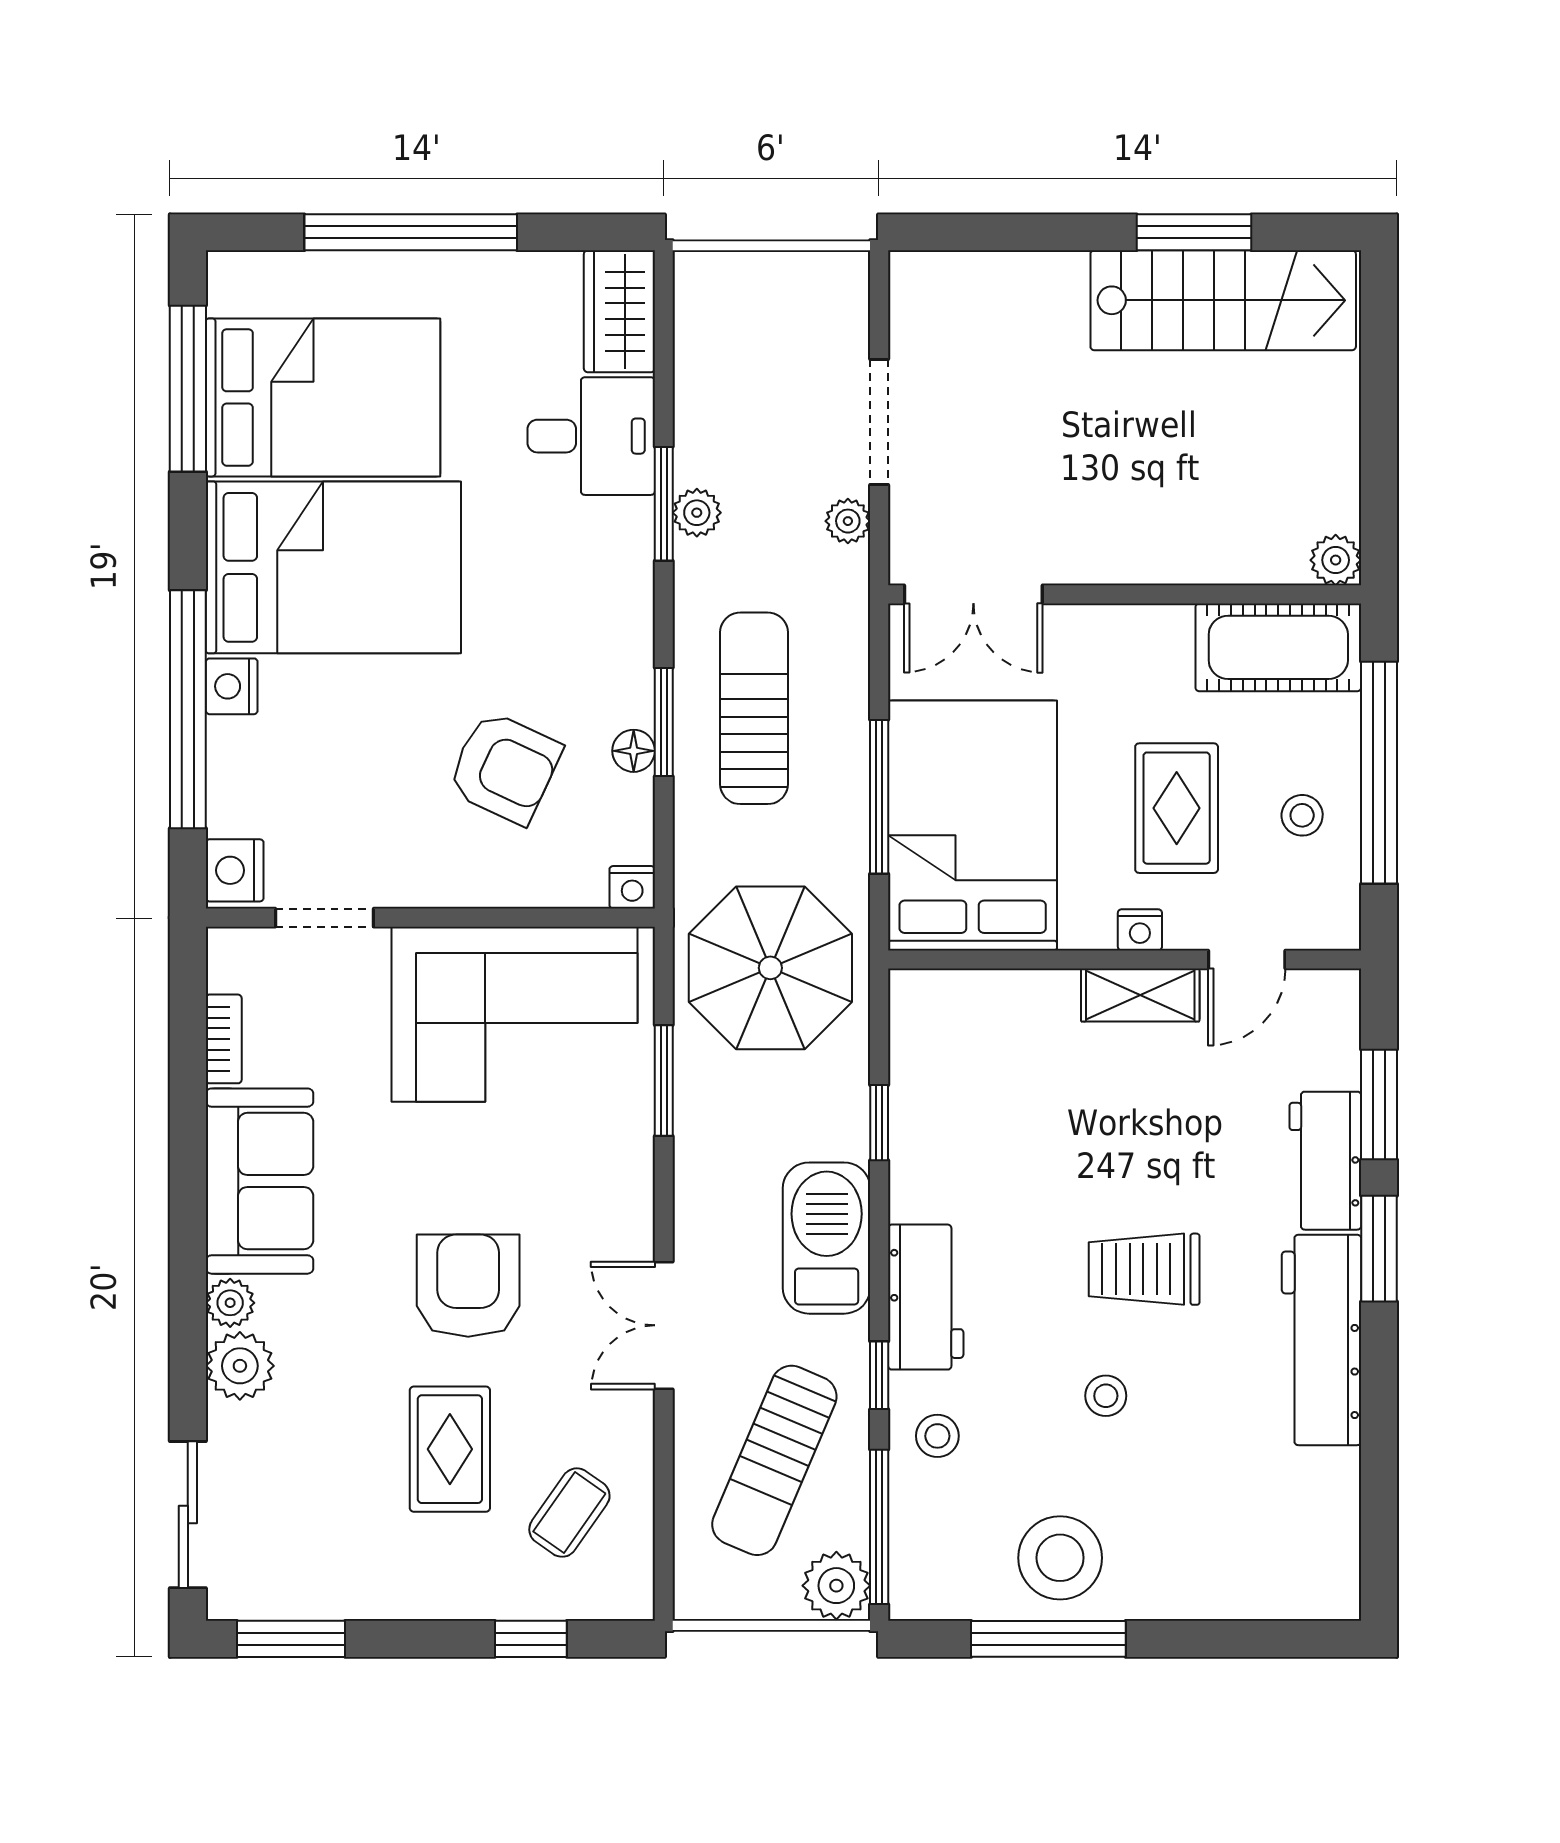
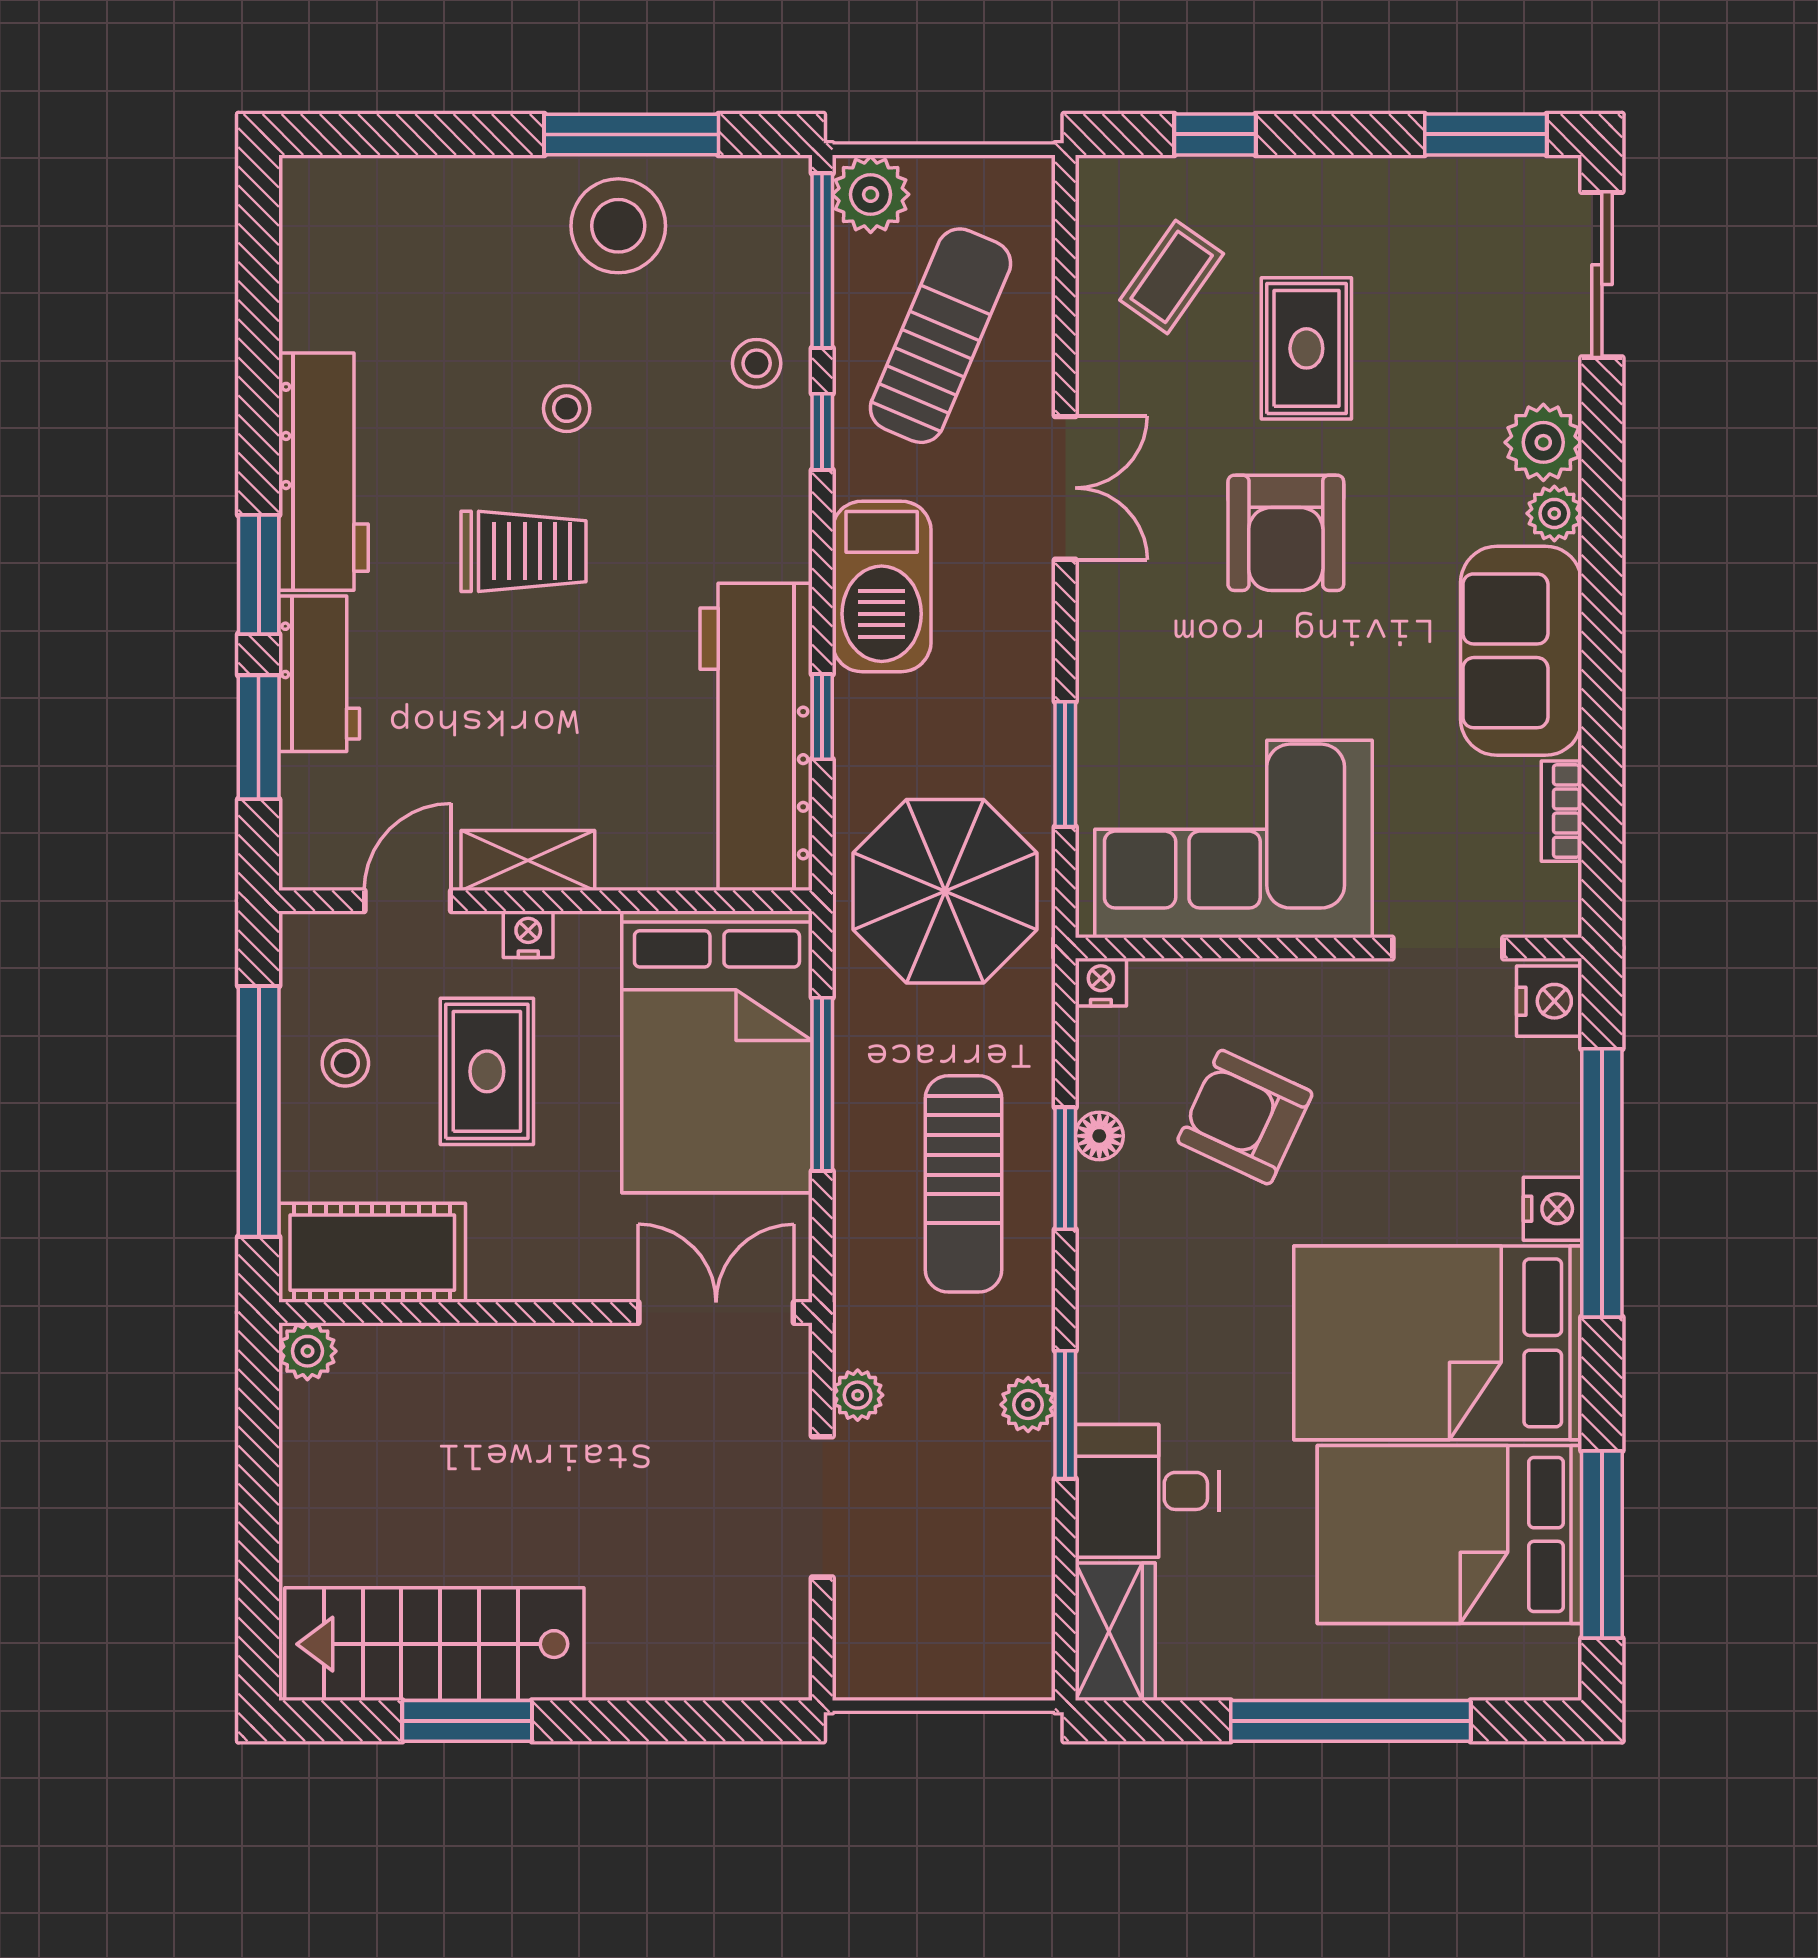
workbench: (926, 1297) -> (756, 737), moved, width x1.88, depth x1.32

